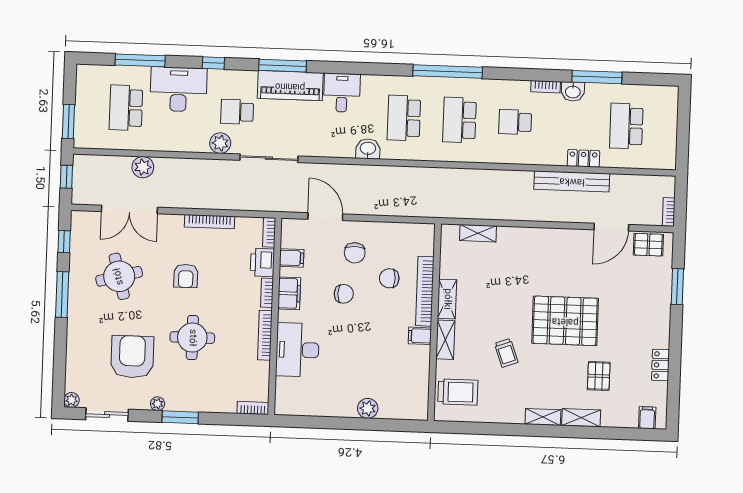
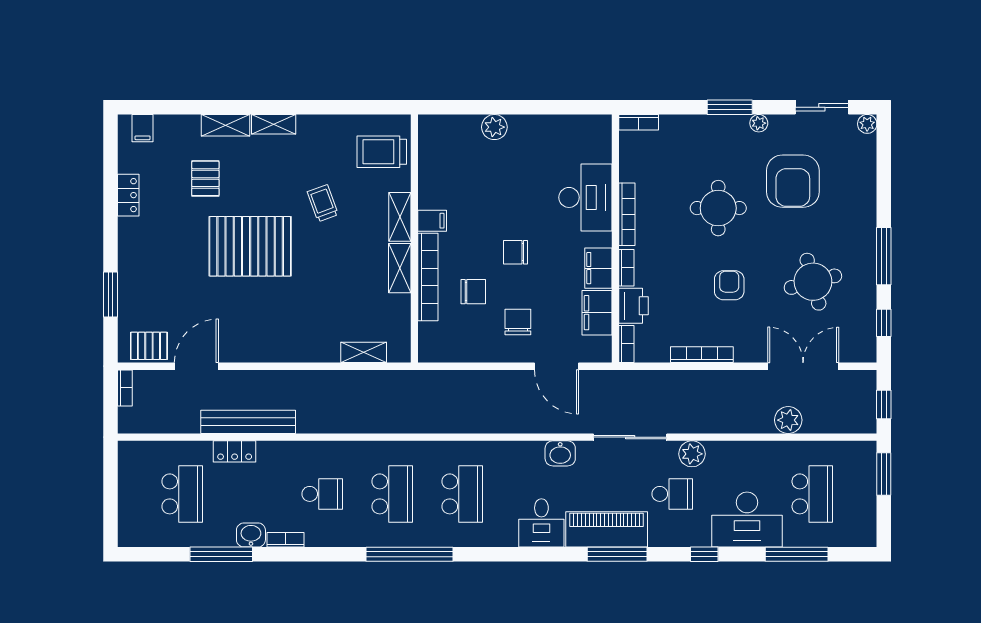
washbasin: (368, 149) -> (560, 453), moved
filing cabinet: (292, 258) -> (597, 313), width x2.00
chair: (344, 294) -> (516, 252), moved

